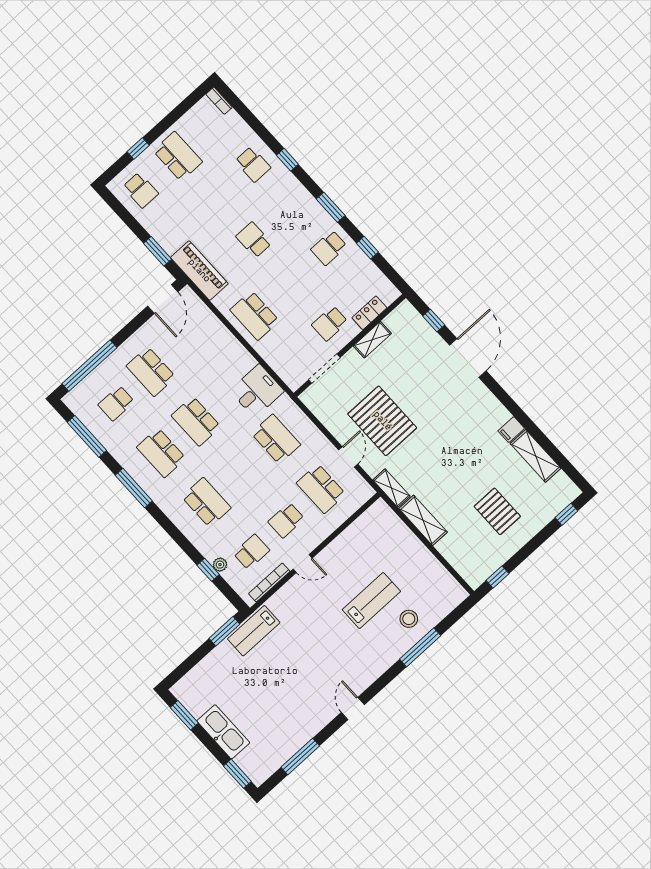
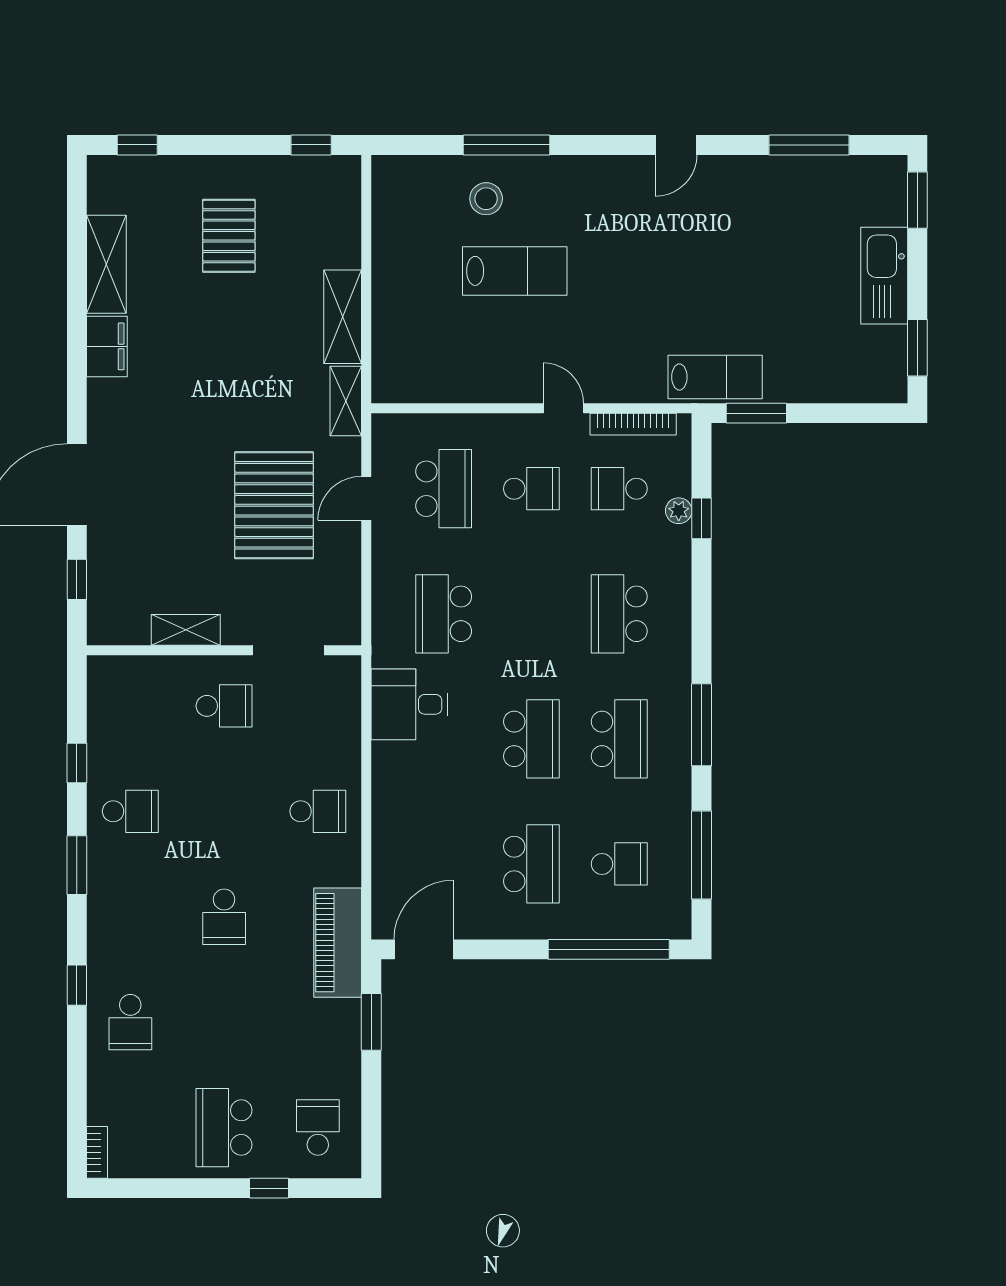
school desk: (253, 164) -> (130, 1022), turned 180
locker: (369, 313) -> (156, 671), removed
school desk: (255, 315) -> (318, 811), width x0.54
filing cabinet: (511, 430) -> (107, 346), width x2.00
lab bench: (371, 601) -> (515, 271), turned 180

